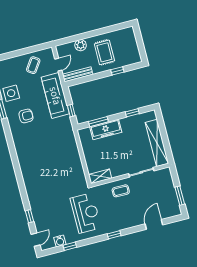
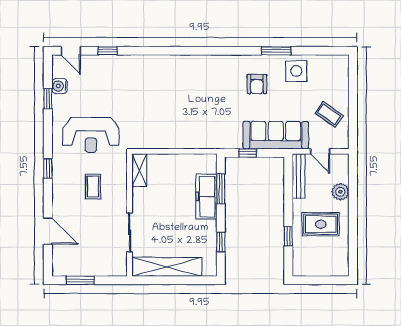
coffee table: (121, 191) -> (93, 187), moved

